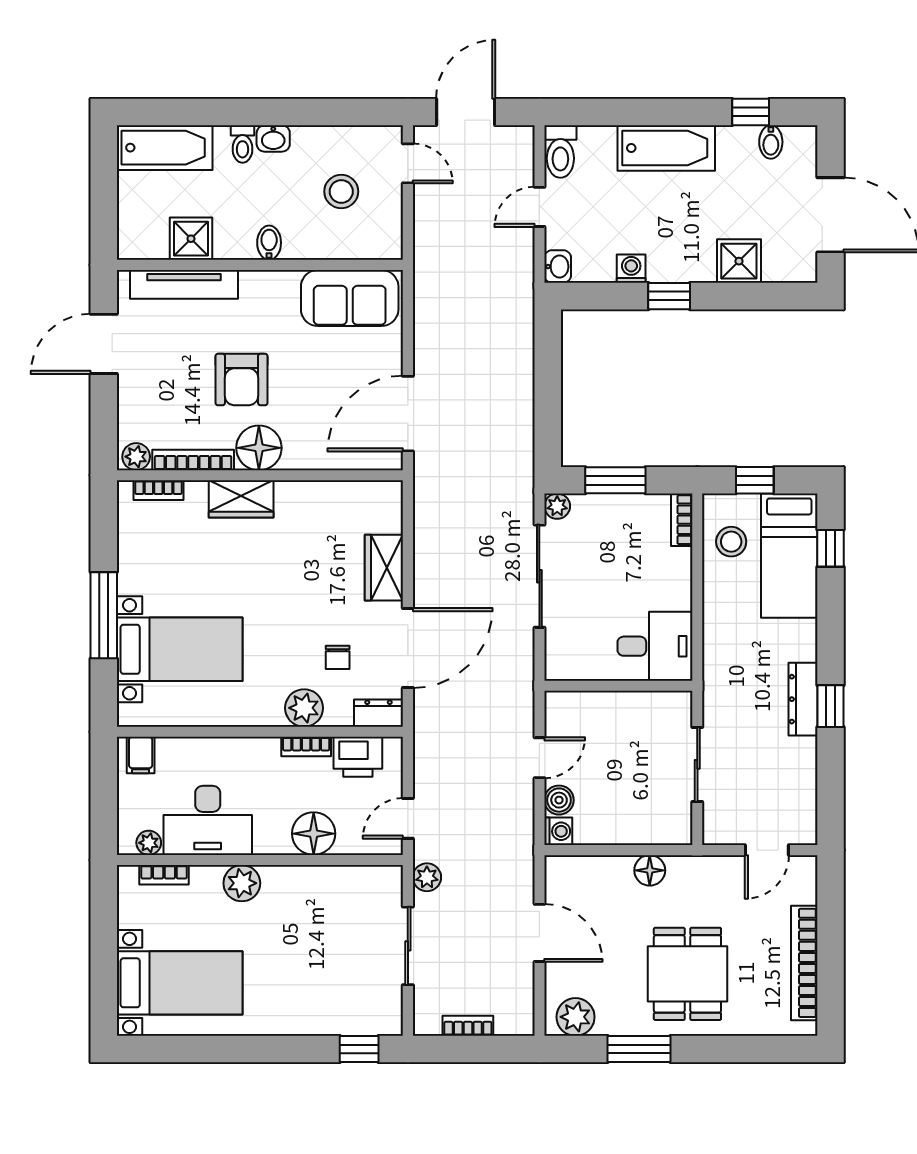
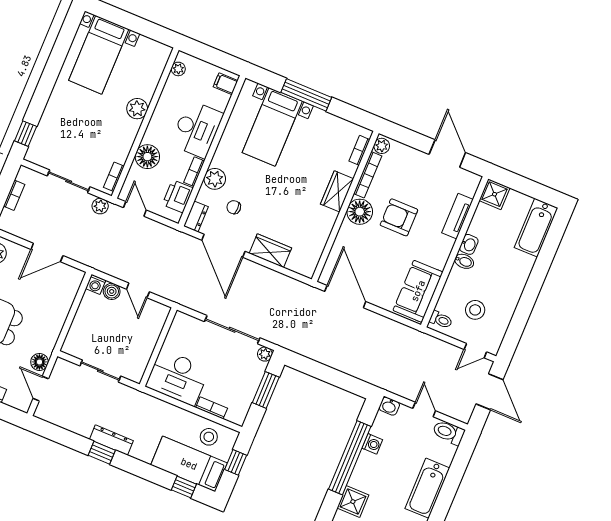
washbasin: (273, 138) -> (469, 244), moved, turned 180
toilet: (243, 144) -> (441, 320), moved, turned 180
shower: (191, 239) -> (494, 194), moved
tv unit: (184, 284) -> (457, 216), width x0.71
window: (669, 296) -> (350, 458), width x3.17
bookcase: (682, 520) -> (212, 408), moved
desk: (655, 646) -> (178, 377), width x1.37
desk: (208, 820) -> (197, 129), moved, turned 180
floor lamp: (650, 870) -> (39, 362), moved
bookcase: (164, 875) -> (114, 177), moved

